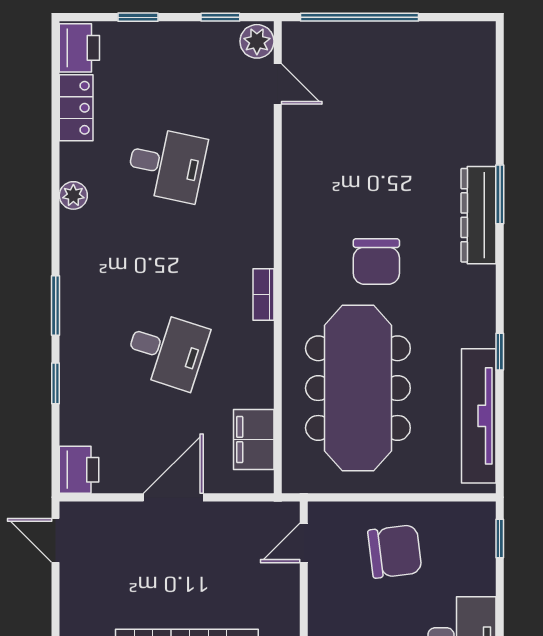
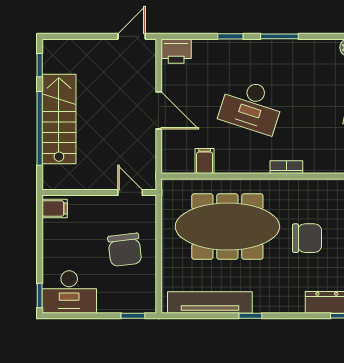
chair: (376, 262) -> (307, 238), turned 180
desk: (167, 350) -> (251, 106), width x1.37
filing cabinet: (254, 440) -> (205, 161), width x0.50

